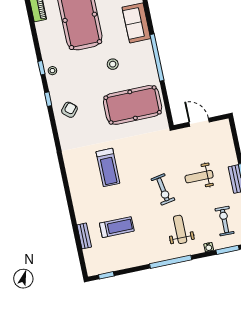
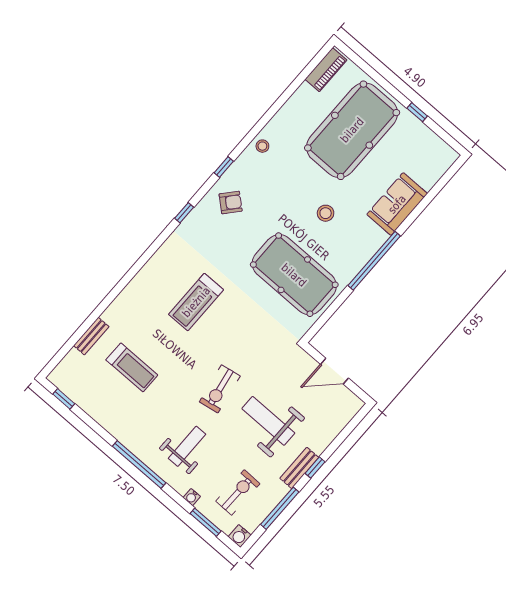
window: (41, 68) -> (184, 213), moved
door: (199, 122) -> (334, 371), swing flipped
weight bench: (199, 177) -> (268, 421), width x1.36, depth x1.33

